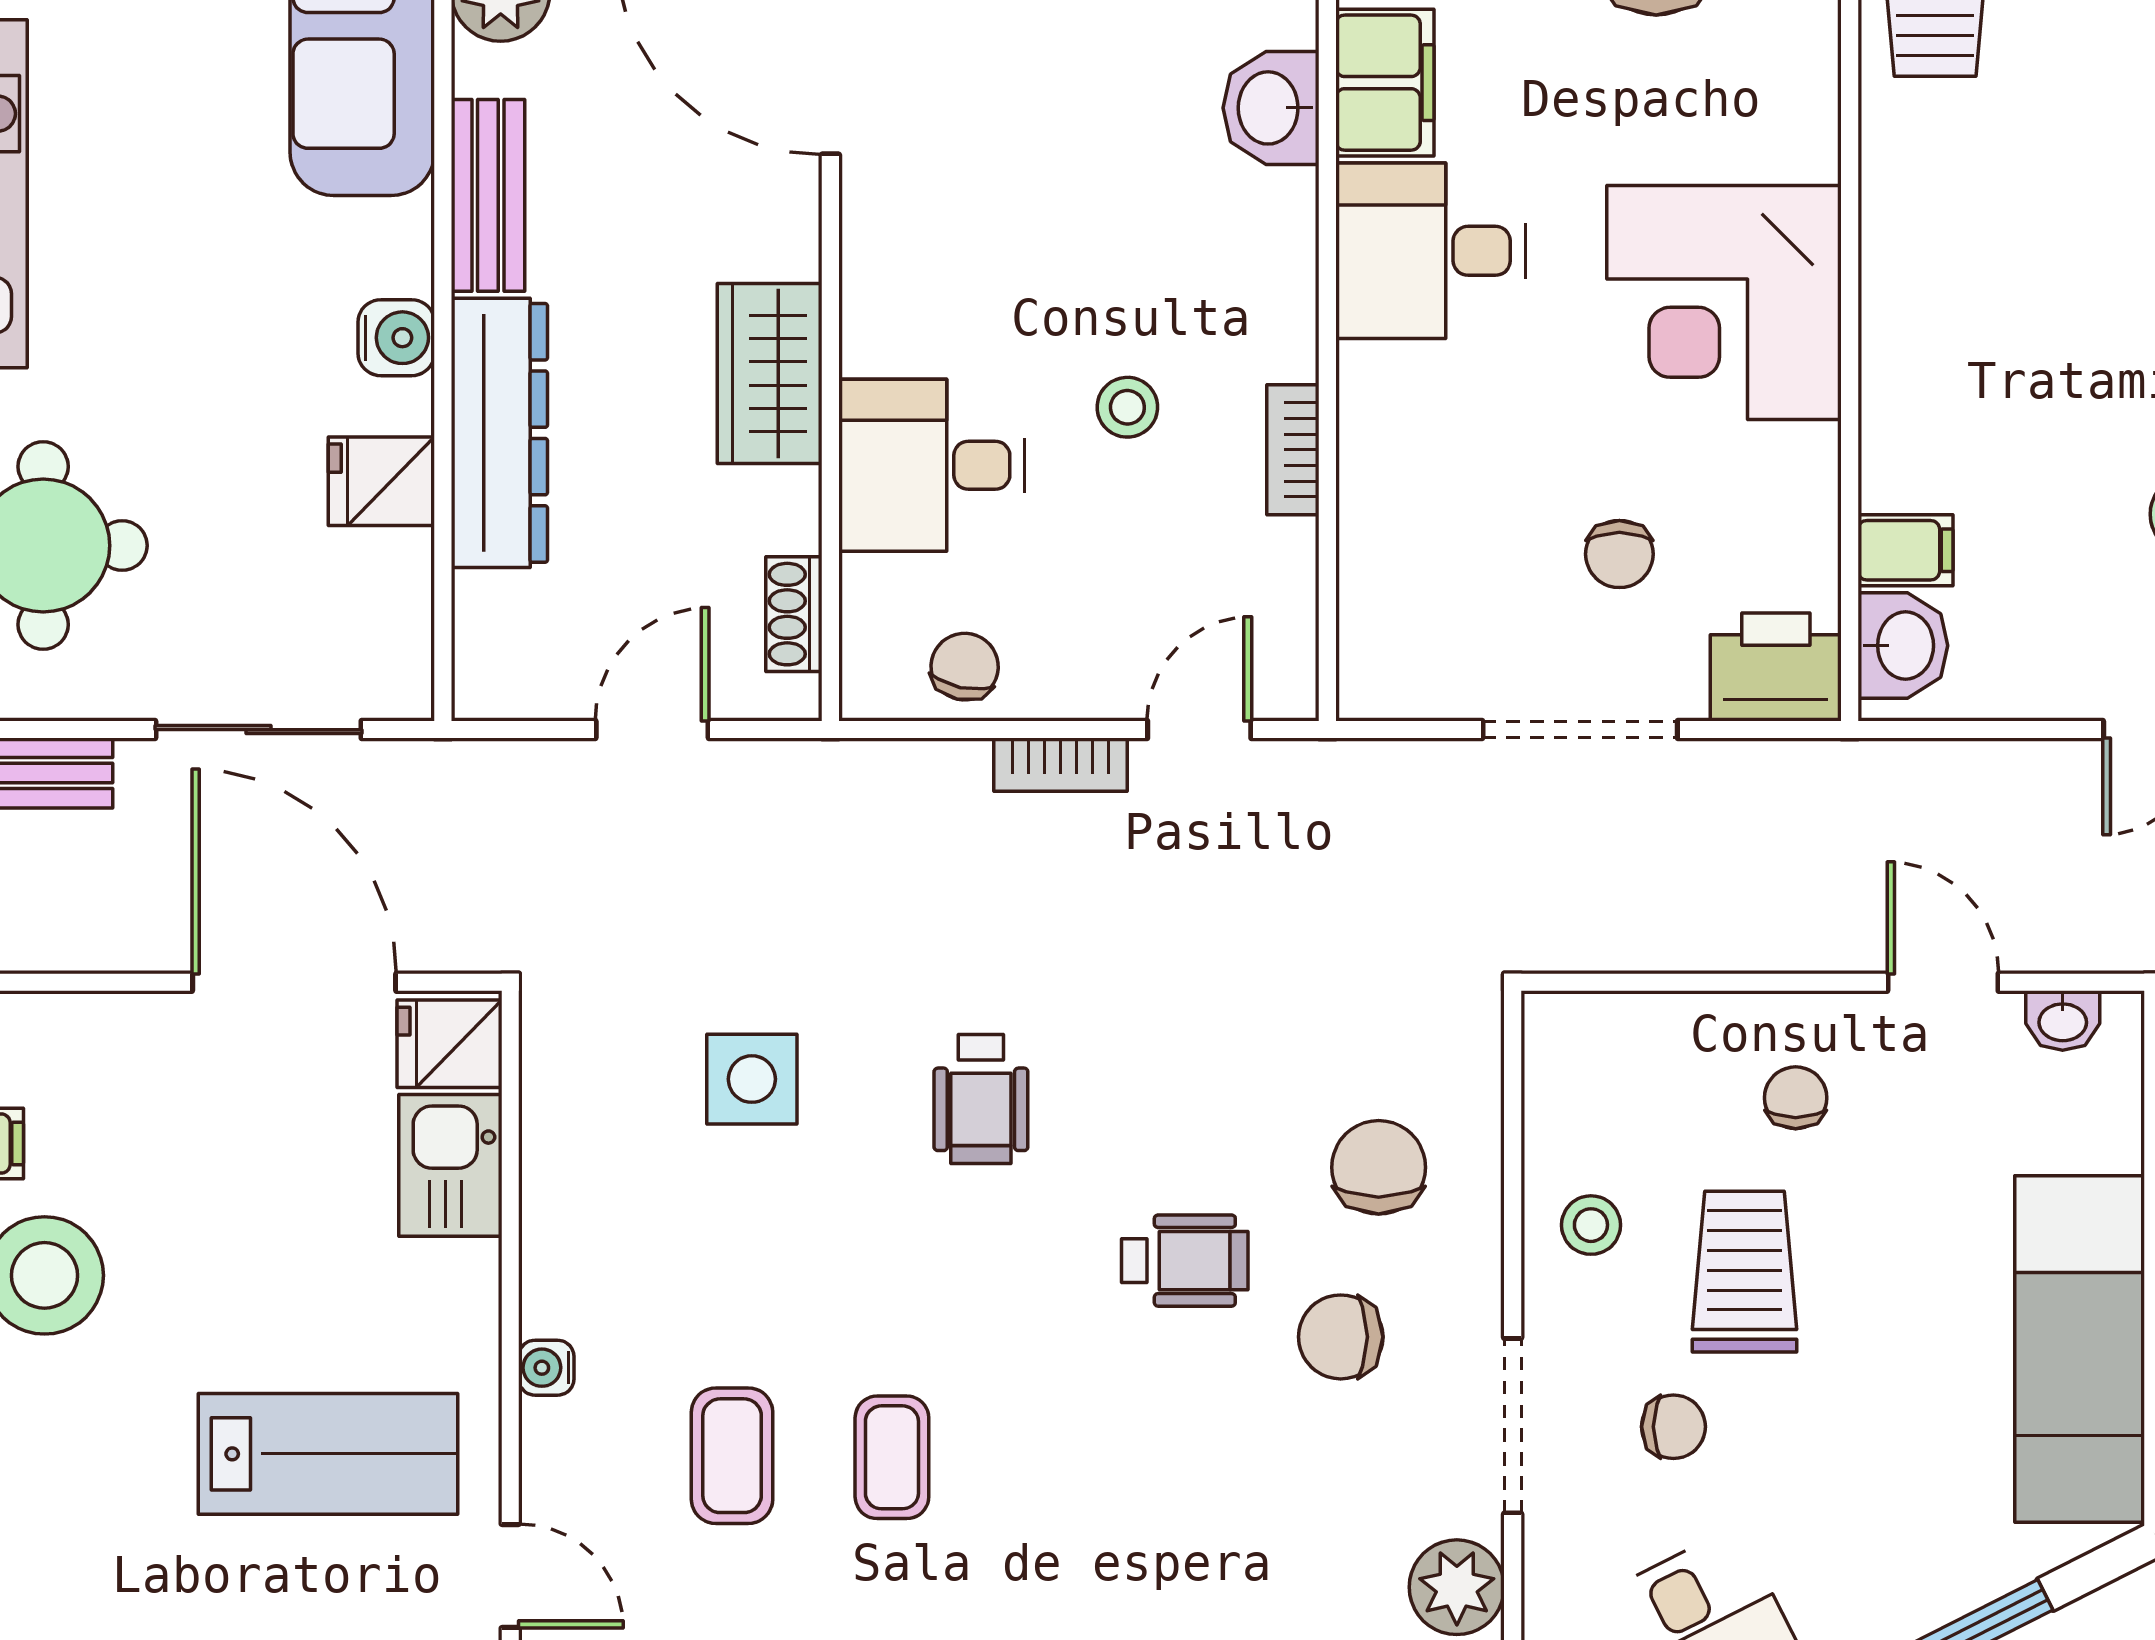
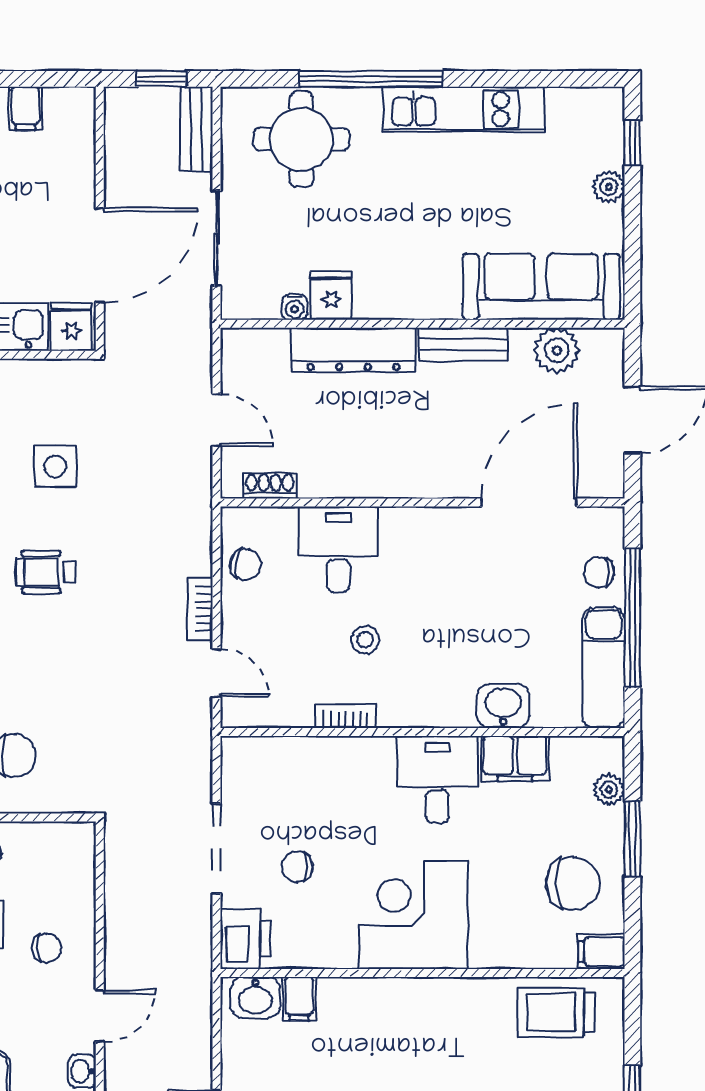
water cooler: (396, 338) -> (295, 307), moved, width x0.72, depth x0.72
wardrobe: (770, 374) -> (381, 475), removed

